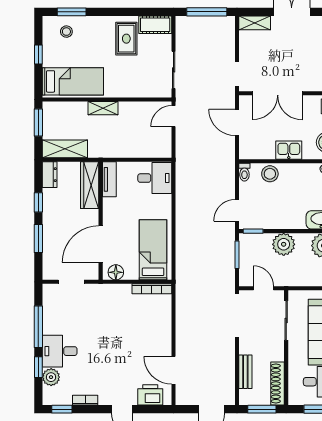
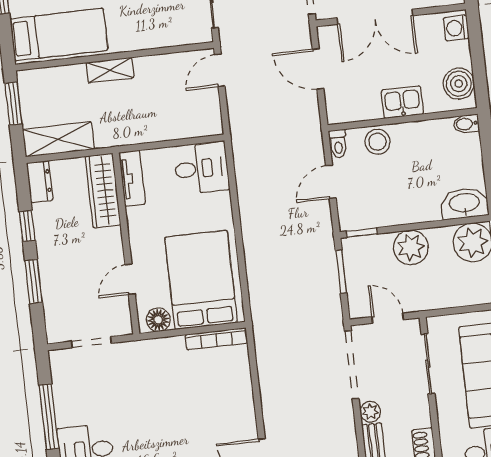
door: (237, 210) -> (331, 182), moved
door: (101, 244) -> (130, 279), width x0.53
bed: (153, 250) -> (201, 280), width x1.50
plant: (246, 347) -> (370, 412), added

